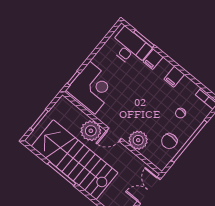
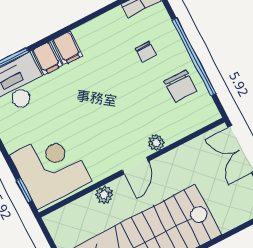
filing cabinet: (174, 77) -> (67, 48), moved
plant: (91, 131) -> (104, 195), width x0.53, depth x0.53
plant: (138, 140) -> (156, 142), width x0.53, depth x0.53

